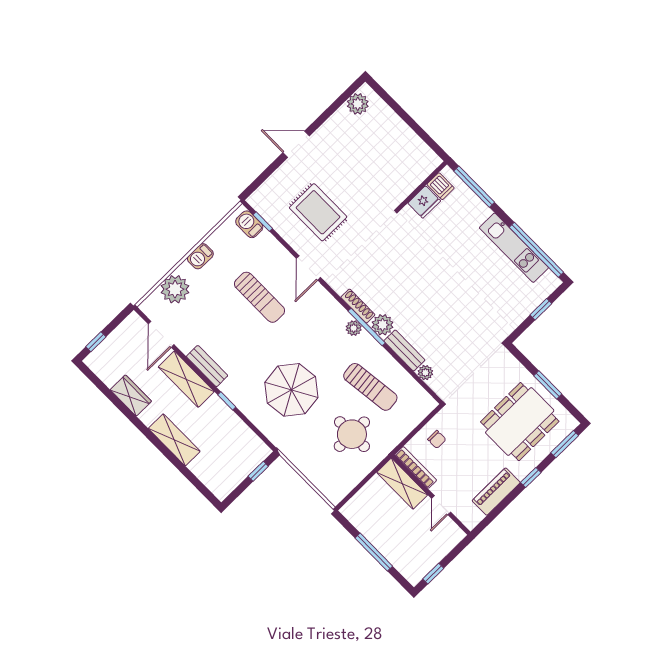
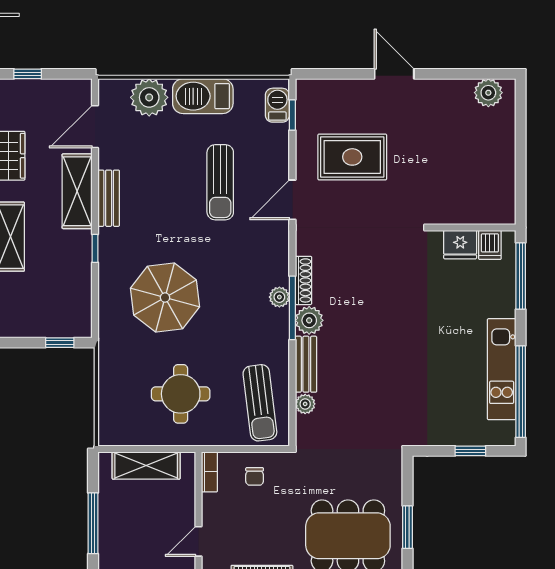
rug: (318, 212) -> (352, 157), turned 90
barbecue: (200, 256) -> (203, 96), width x1.88, depth x1.53
sun lounger: (370, 387) -> (260, 403), moved
bookcase: (416, 467) -> (209, 472), width x0.64
shelving: (402, 484) -> (146, 465), moved, turned 90

